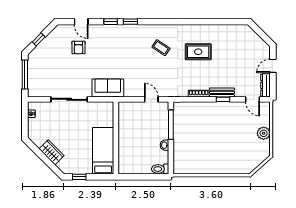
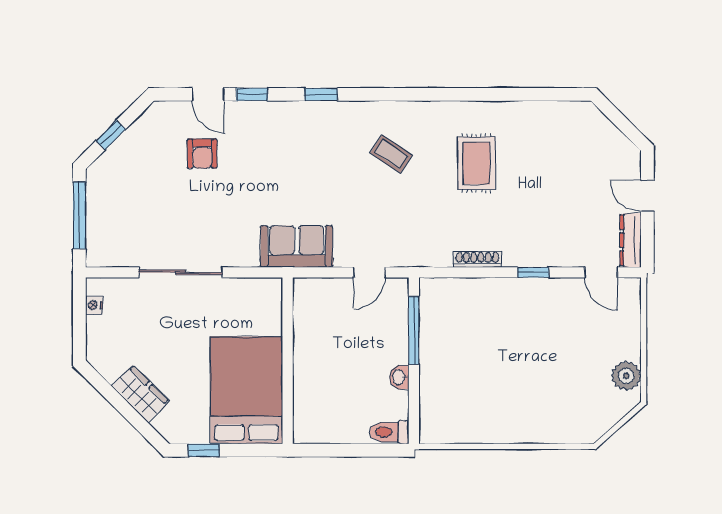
window: (111, 22) -> (252, 94), moved
rug: (198, 52) -> (476, 163), turned 90
door: (273, 66) -> (647, 196), hinge flipped
sofa: (108, 88) -> (297, 246), moved
bench: (222, 92) -> (531, 257), removed
door: (151, 99) -> (369, 272), swing flipped
plant: (264, 133) -> (626, 376), moved
bed: (103, 151) -> (246, 390), width x1.50

